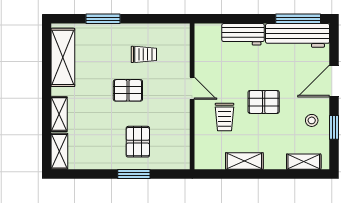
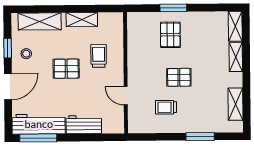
shelving: (63, 57) -> (235, 104), width x0.67, depth x0.75
door: (192, 88) -> (126, 96), moved
shelving: (304, 162) -> (40, 21), width x1.50, depth x1.33

